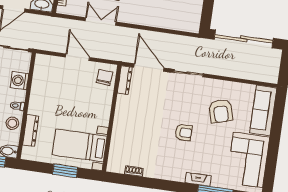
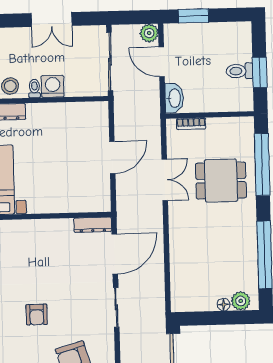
chair: (104, 77) -> (92, 197), removed
washing machine: (20, 81) -> (53, 86), moved

